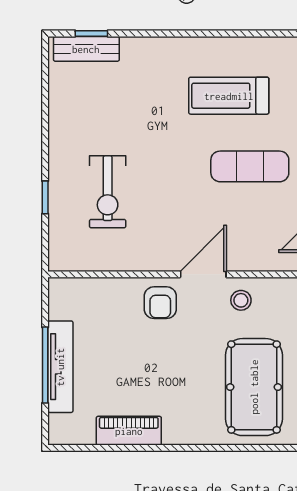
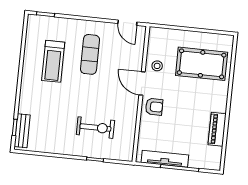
tv unit: (60, 367) -> (165, 159), moved

